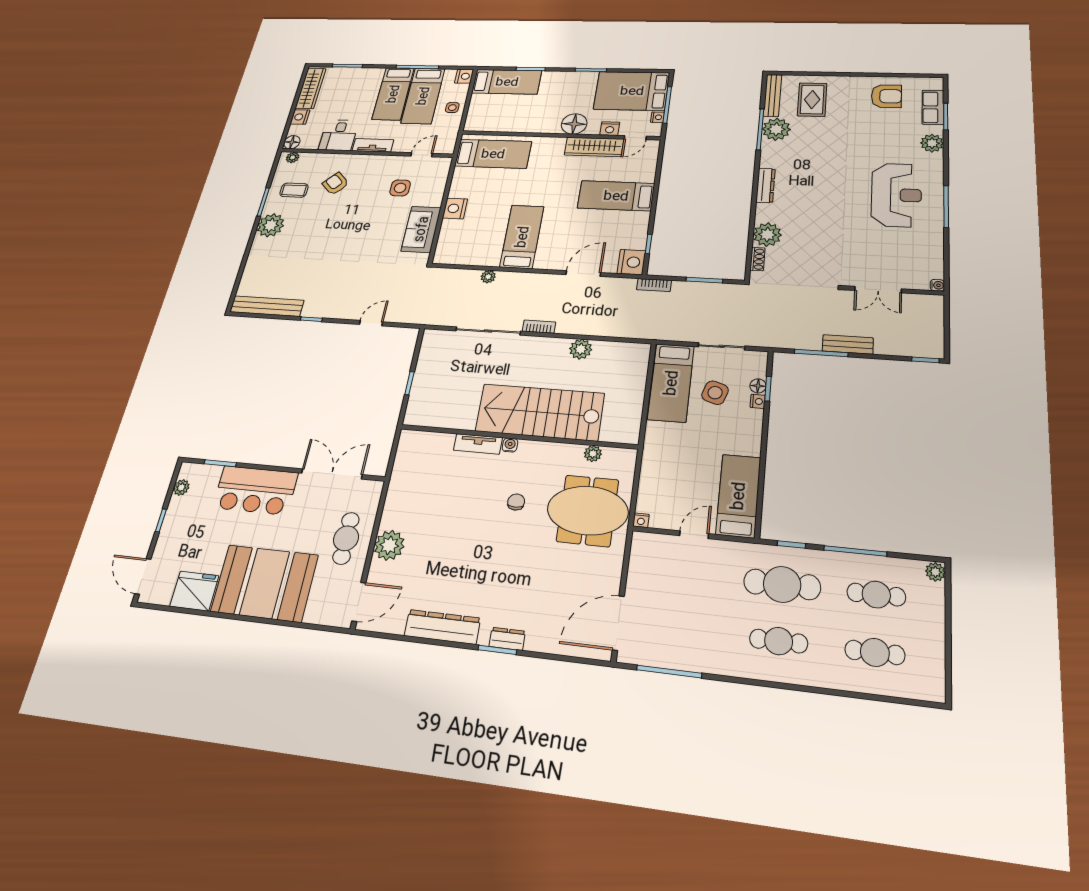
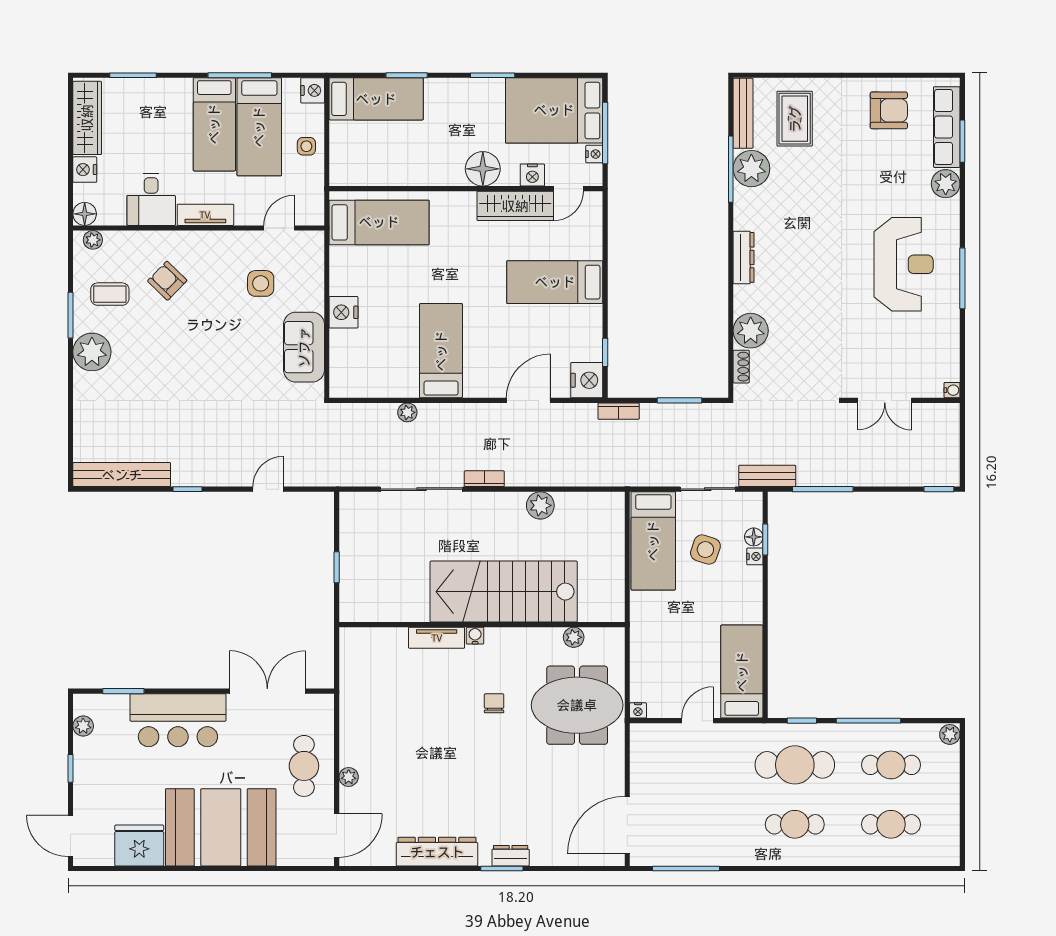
row of seats: (933, 107) -> (947, 127), width x1.48
bench: (848, 344) -> (767, 476), moved
plant: (389, 545) -> (349, 777), width x0.53, depth x0.53

